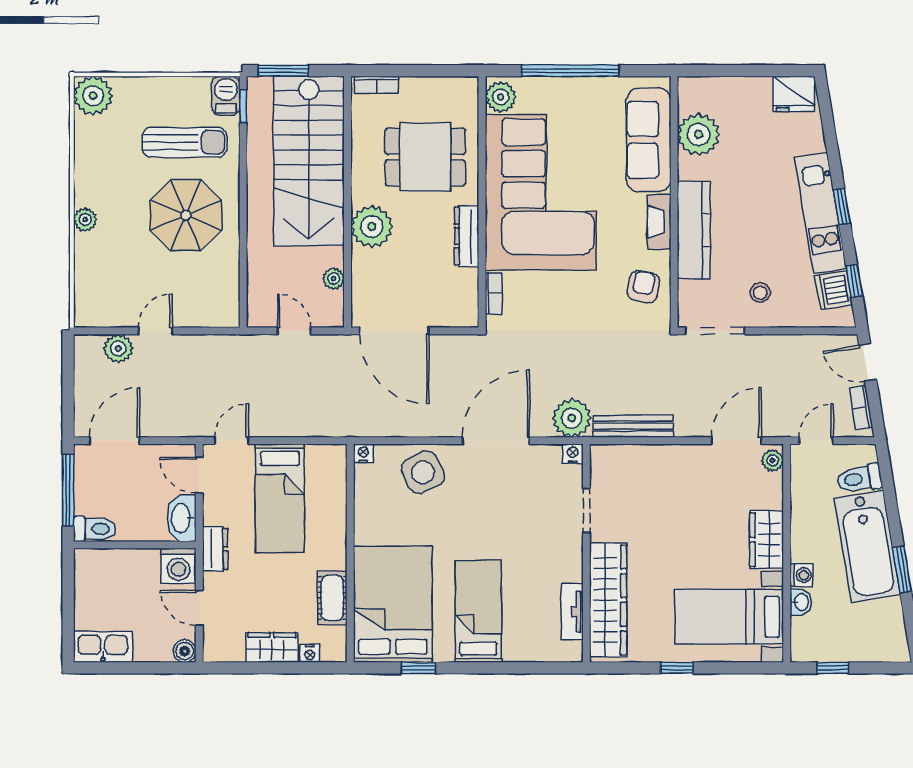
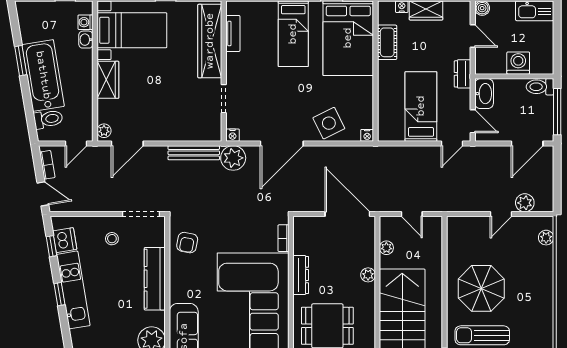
plant: (85, 220) -> (546, 238), moved
fireplace: (659, 222) -> (177, 284), removed
plant: (372, 227) -> (368, 275), width x0.53, depth x0.53
washing machine: (178, 566) -> (518, 63), moved
washing machine: (802, 575) -> (85, 22), moved

